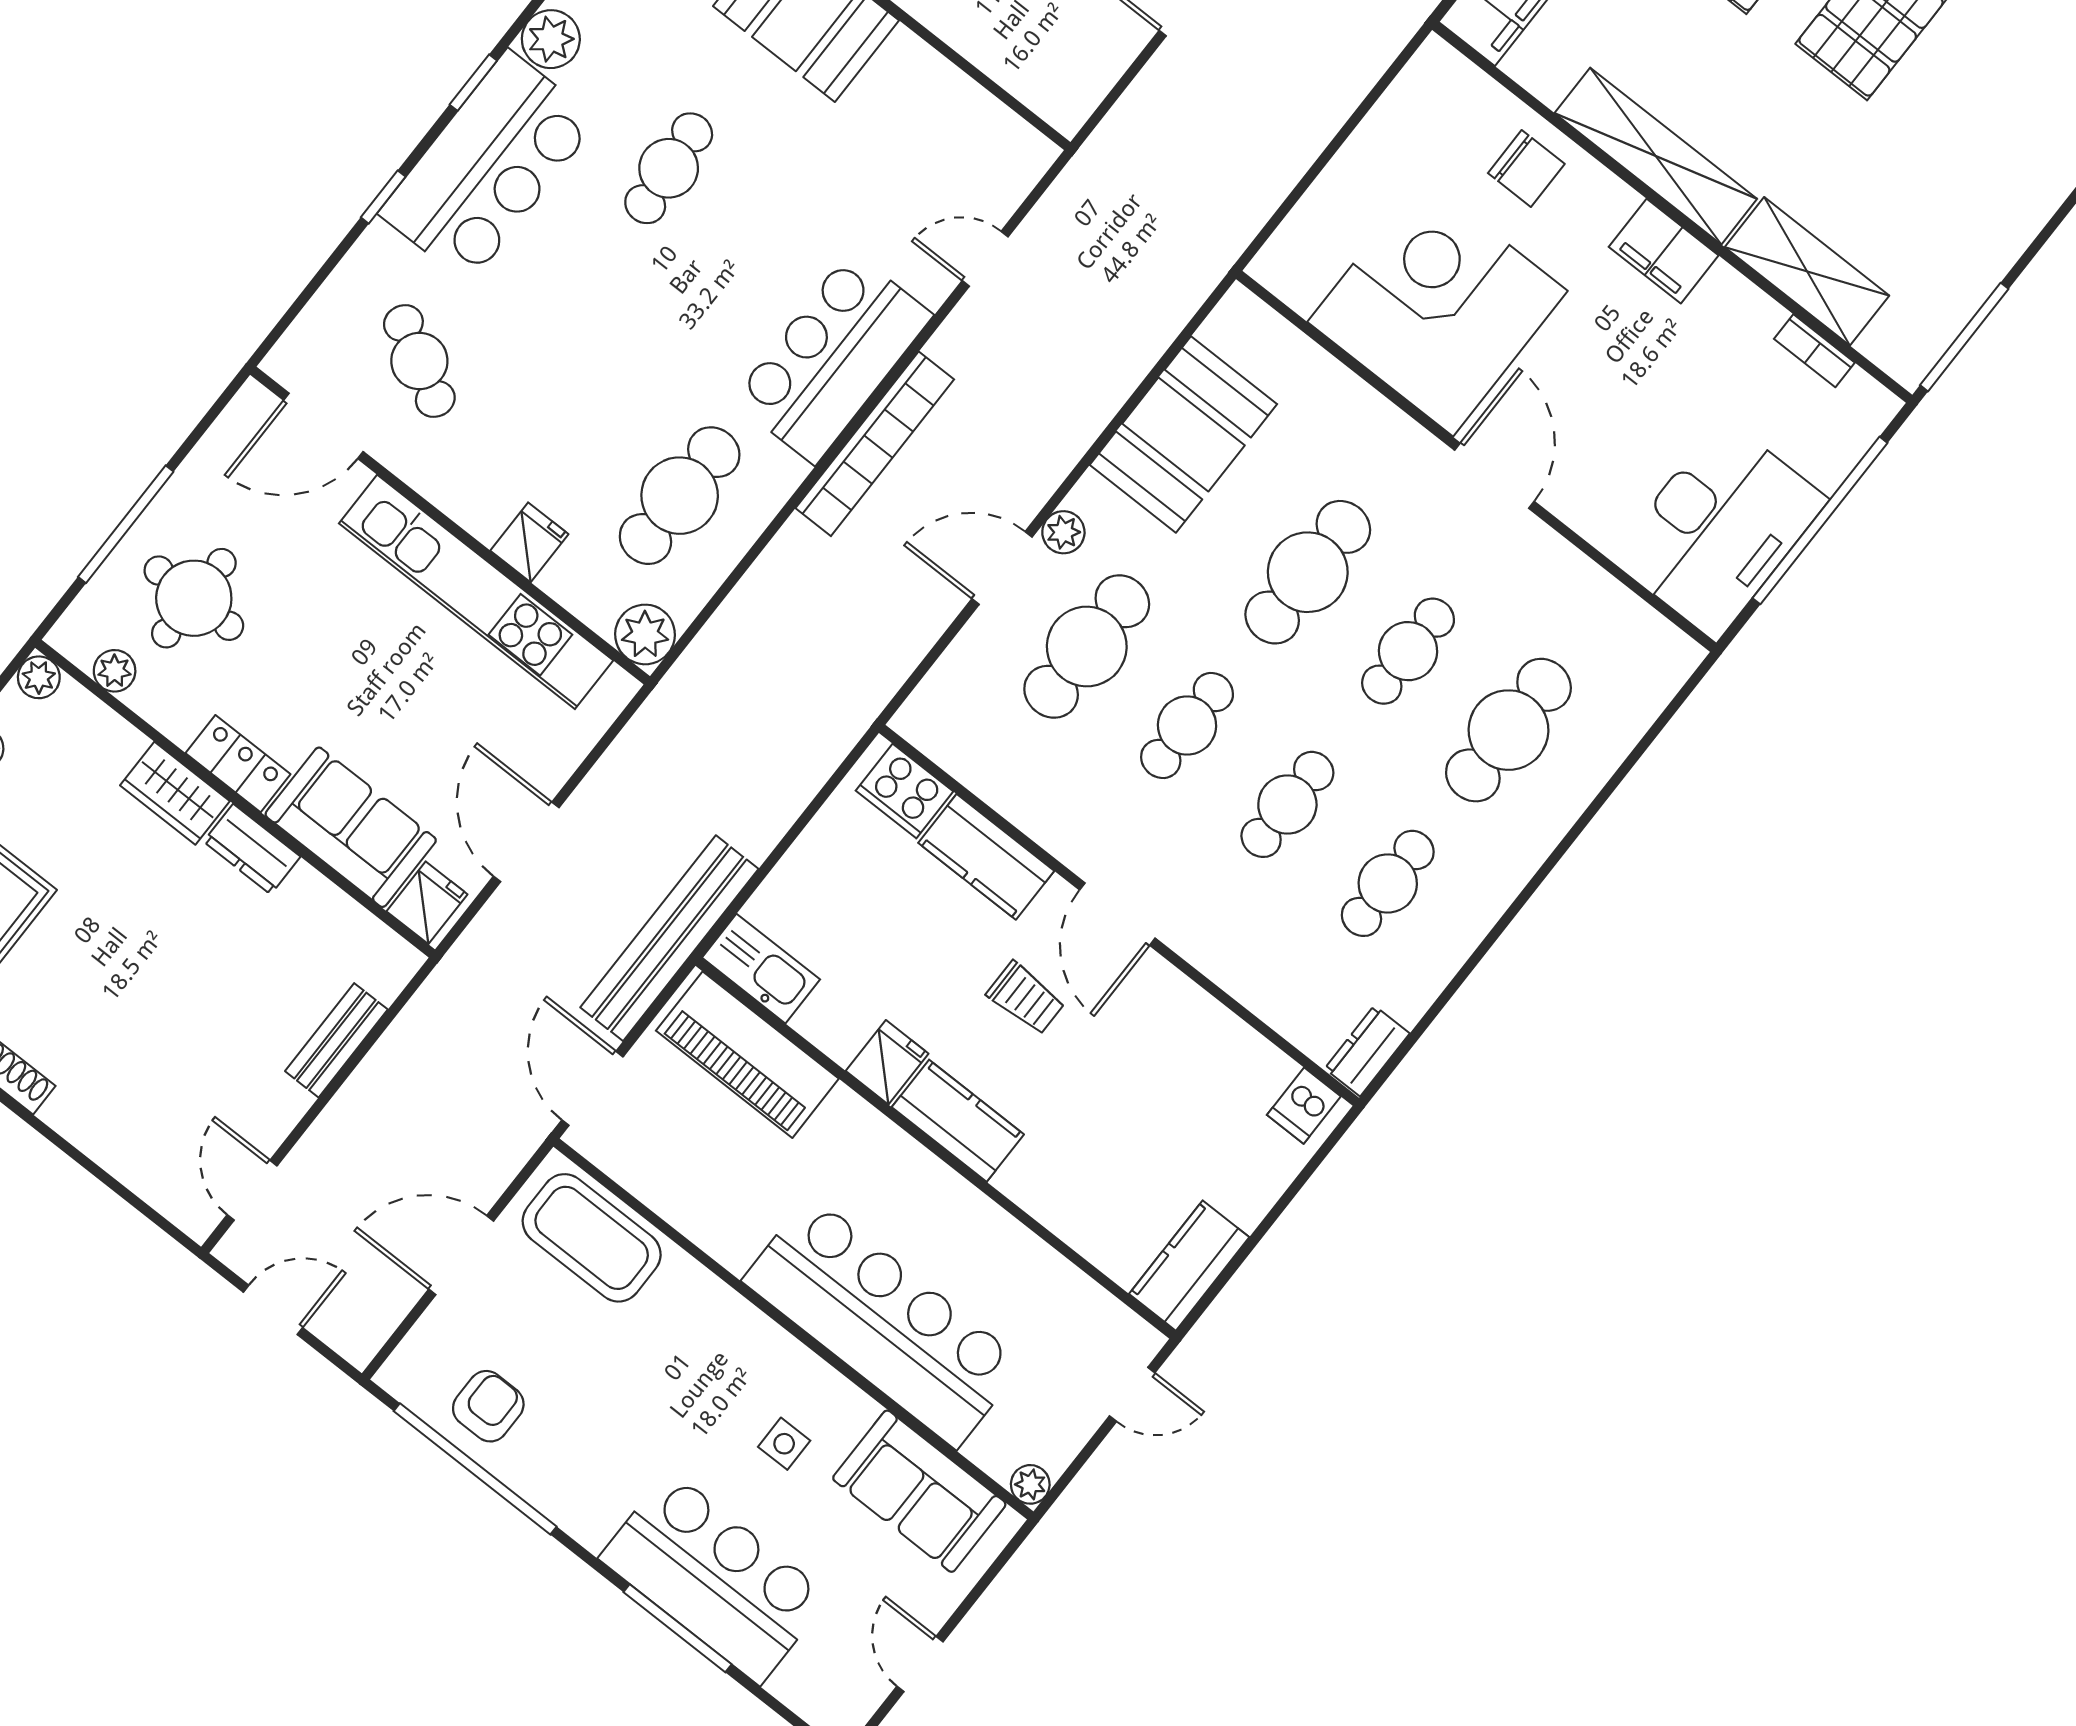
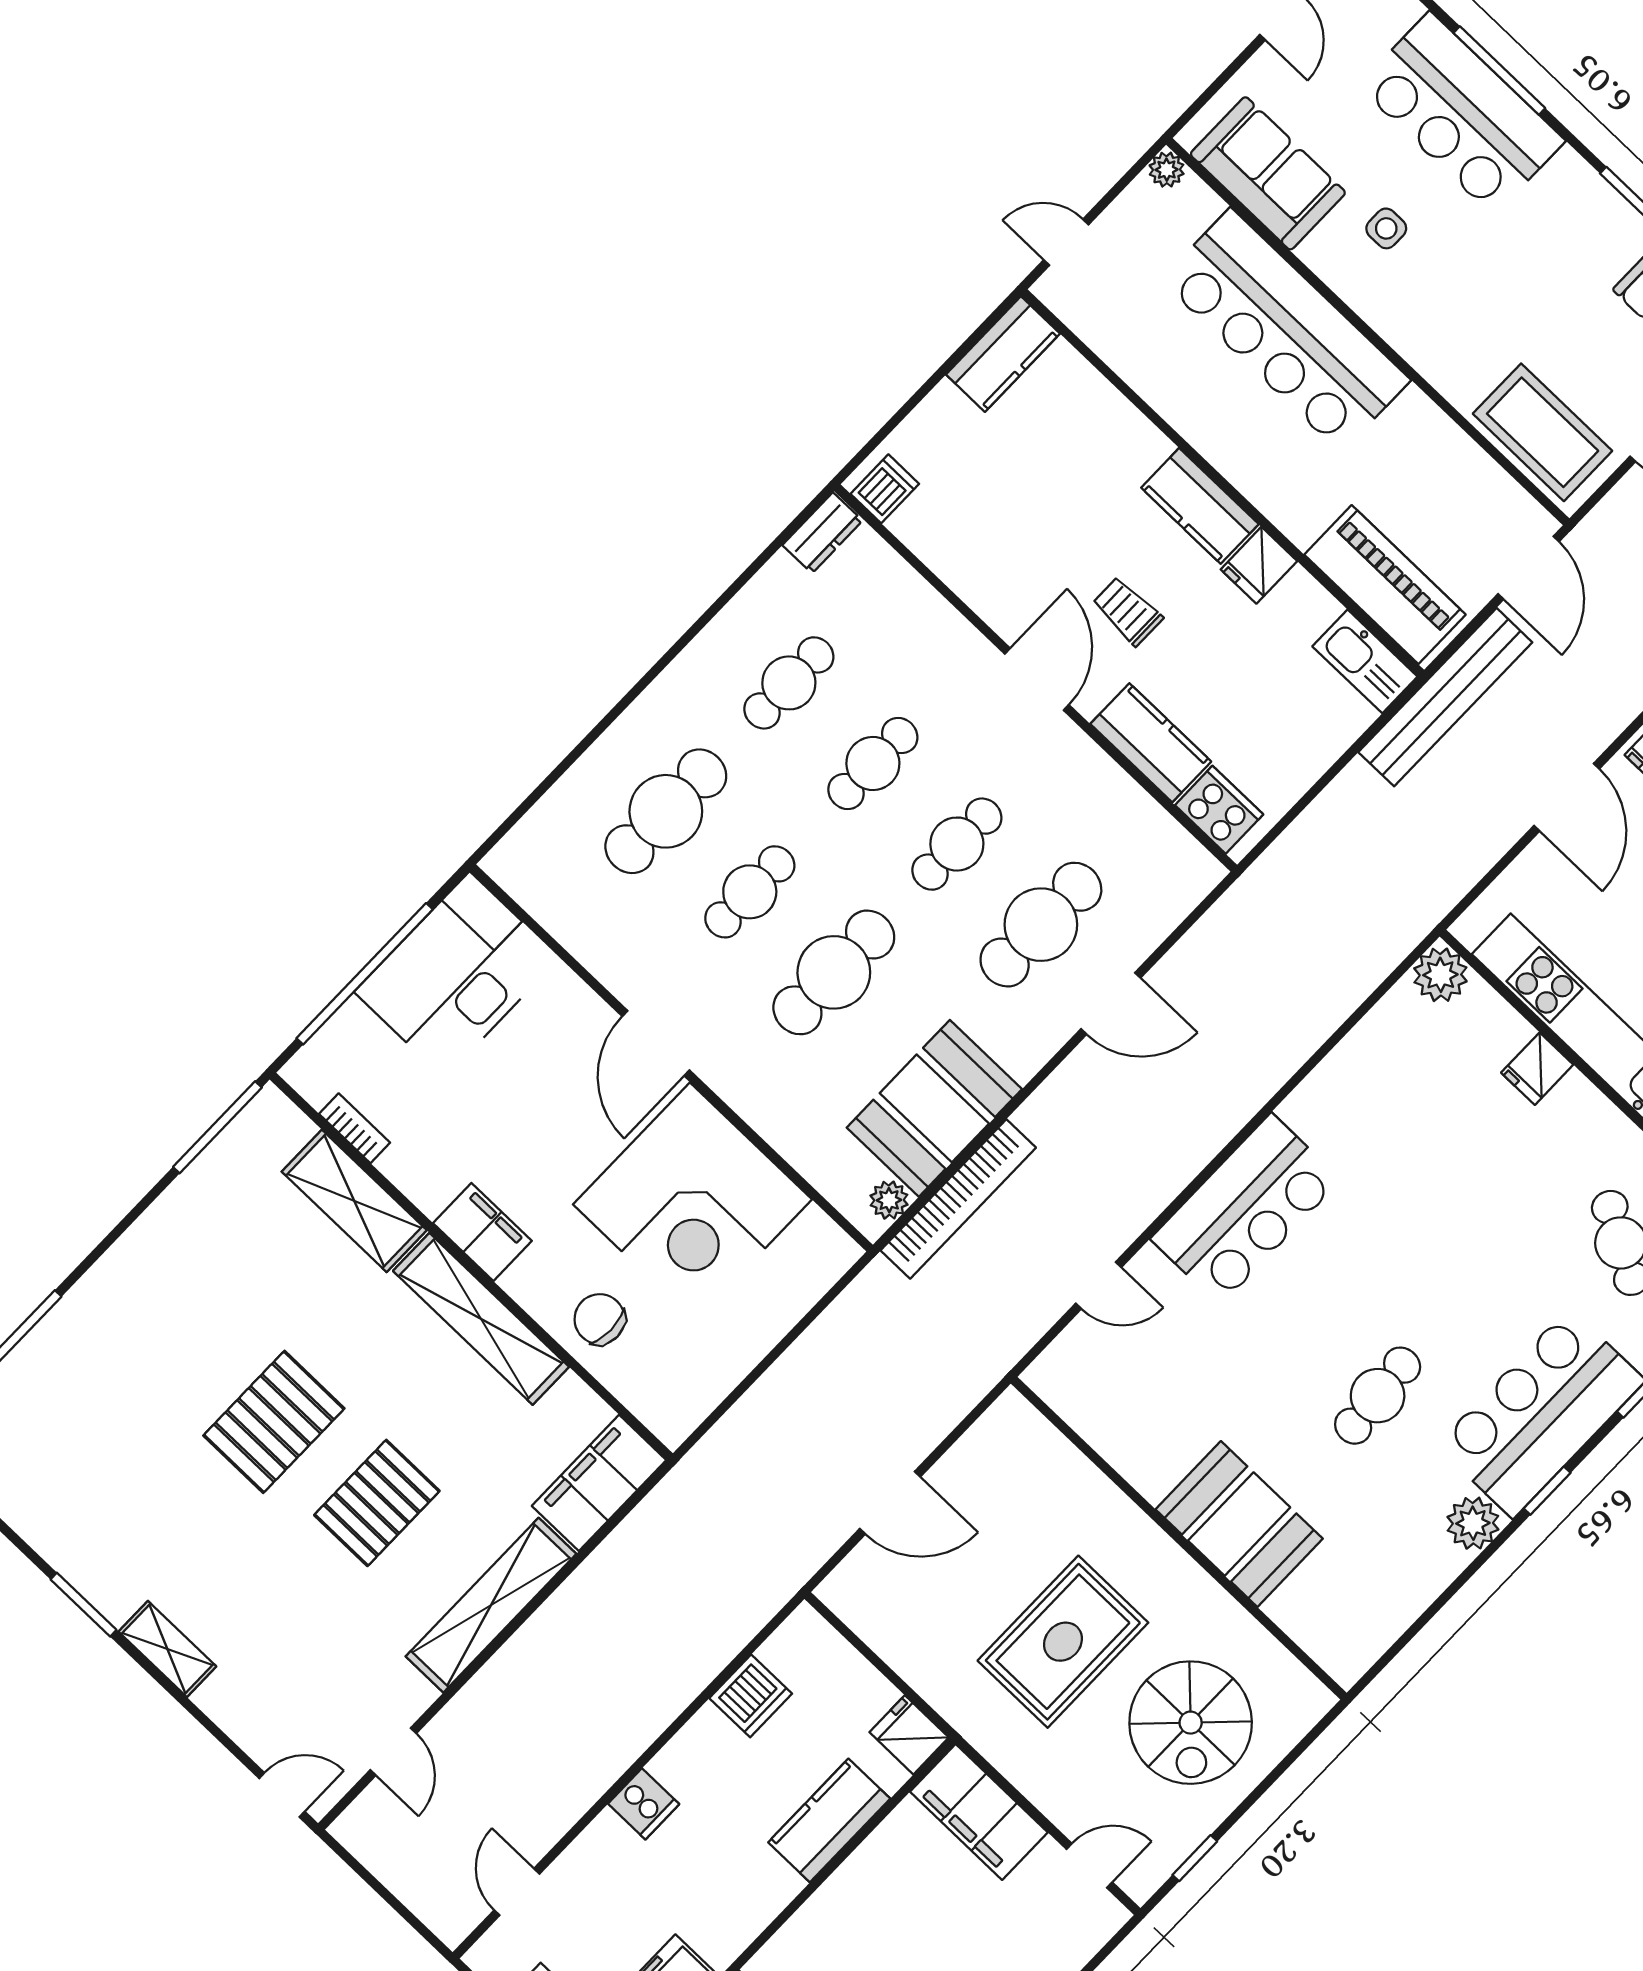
bookcase: (875, 444) -> (958, 1199), moved, turned 180
cafe table: (680, 496) -> (1397, 1098), removed
plant: (1063, 532) -> (889, 1200), moved

